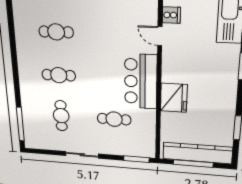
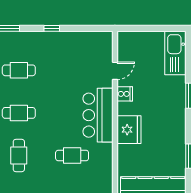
cooker: (171, 15) -> (125, 94), moved
door: (160, 36) -> (115, 71), swing flipped

